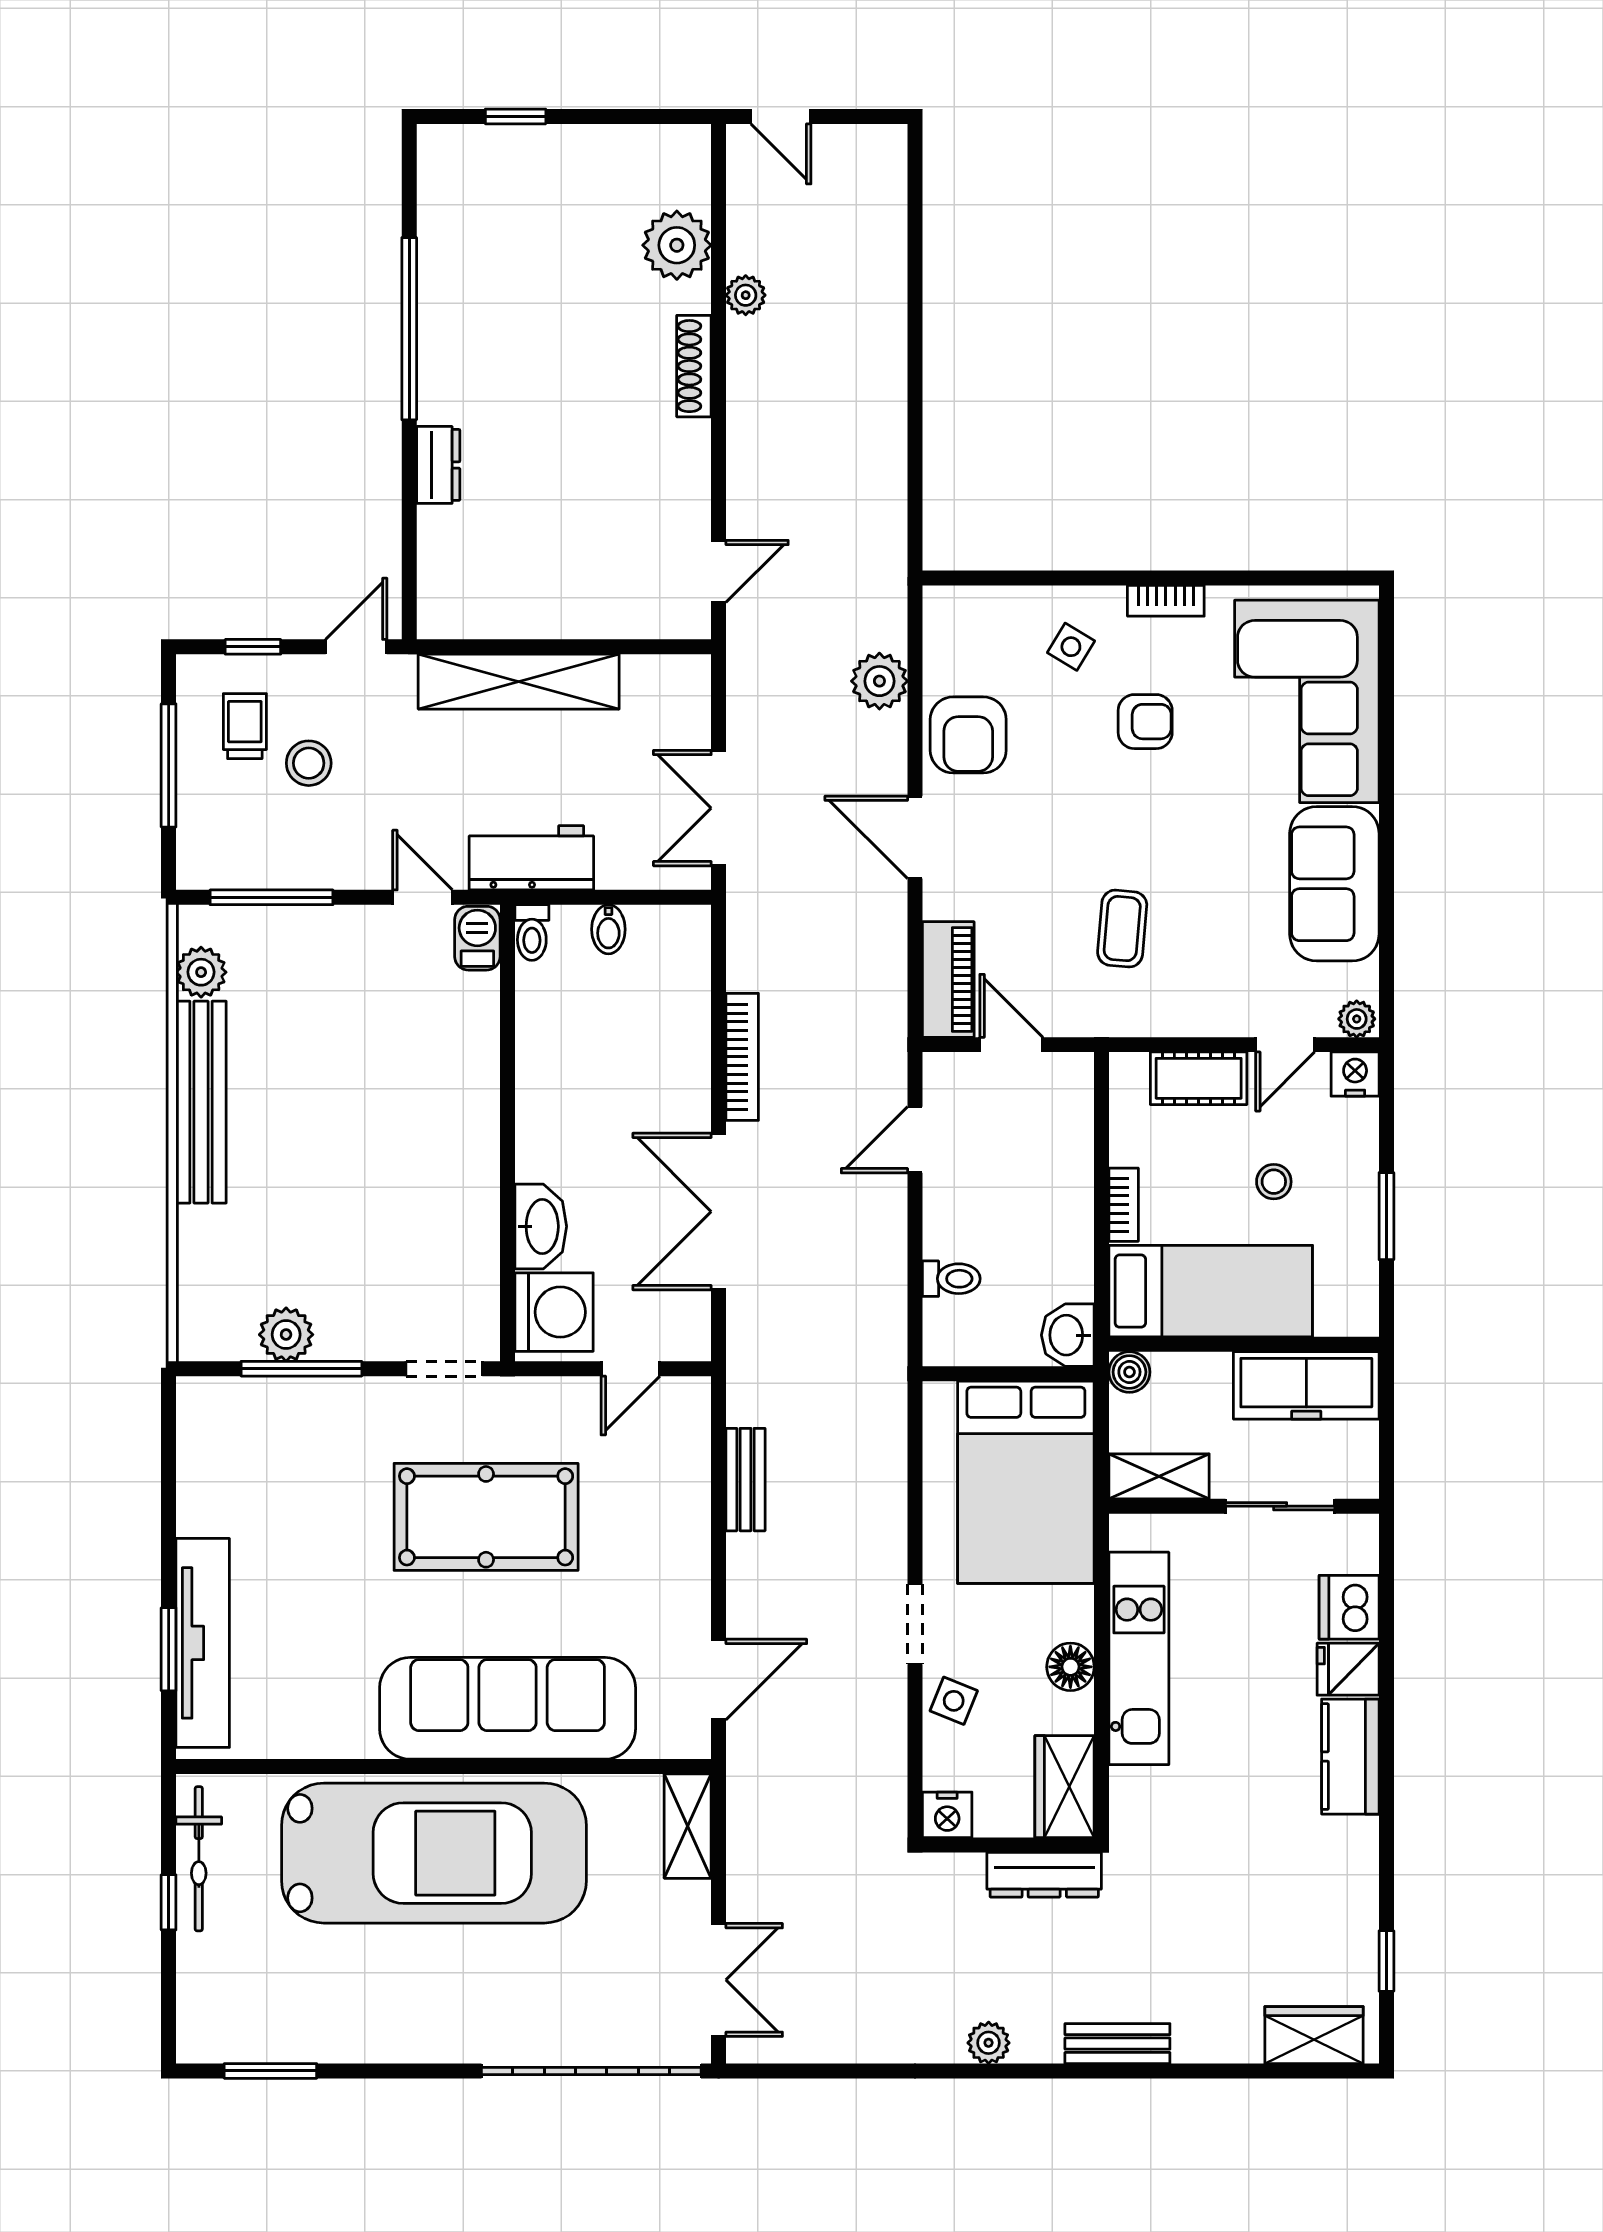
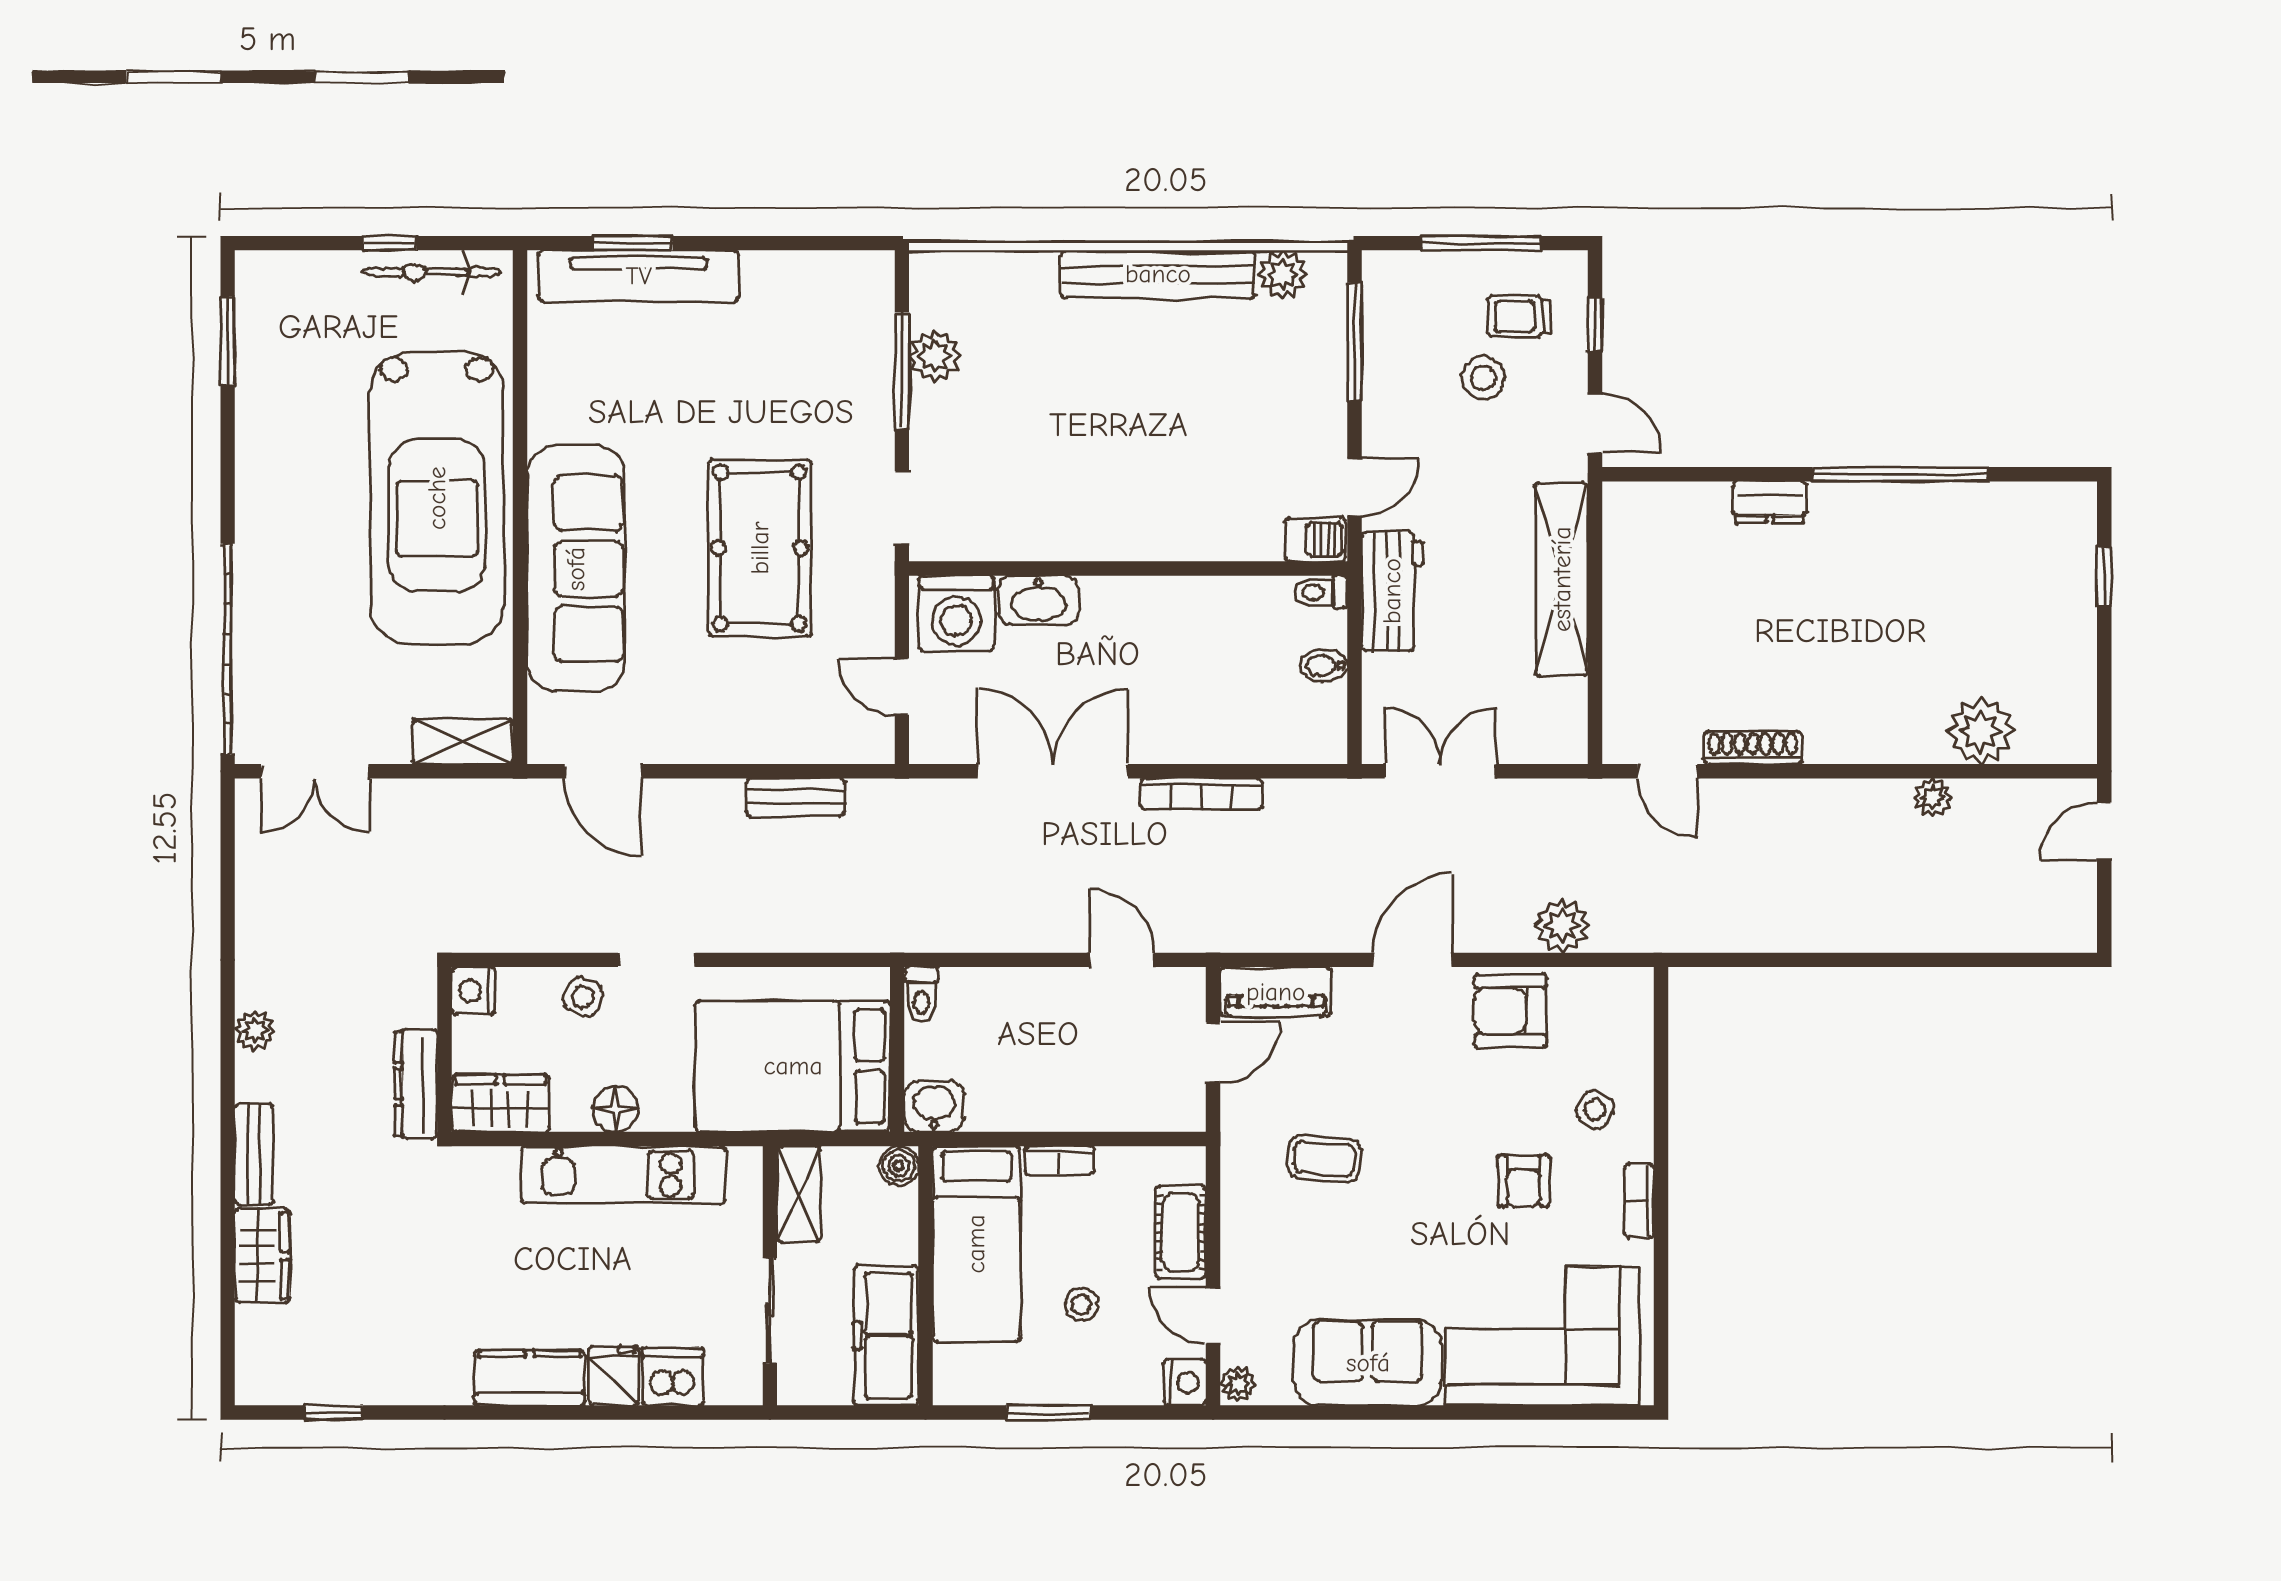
shoe rack: (694, 366) -> (1753, 748), moved
trolley: (245, 726) -> (1519, 316), turned 180
toilet: (951, 1279) -> (921, 995), moved
wardrobe: (1314, 2035) -> (262, 1256), moved

